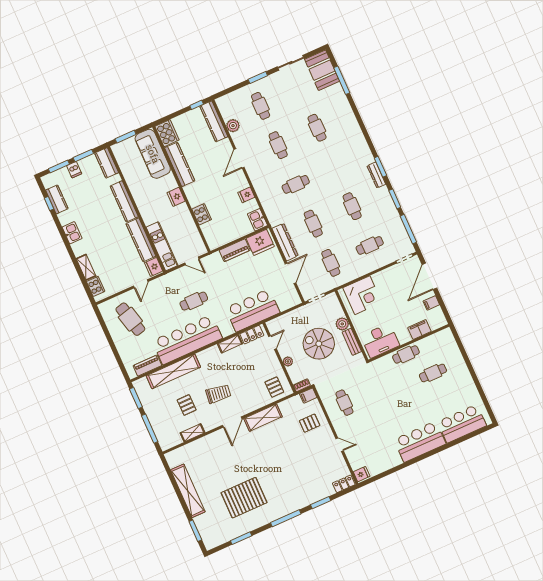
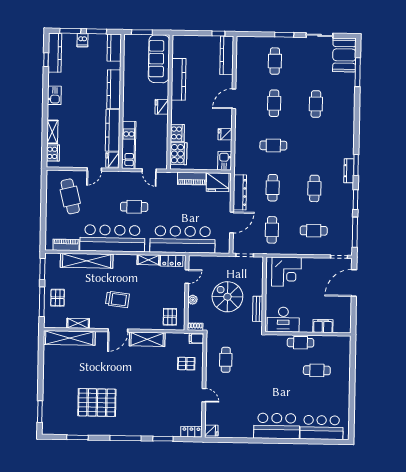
plant: (233, 126) -> (242, 67), removed
cooker: (167, 133) -> (178, 154), moved
kitchen counter: (57, 199) -> (55, 53), width x1.50
filing cabinet: (431, 303) -> (345, 307), removed
bar counter: (253, 310) -> (183, 239), width x1.36
plant: (342, 324) -> (257, 289), removed
pallet: (187, 405) -> (58, 298), moved
shelving: (188, 491) -> (69, 338), moved, turned 90

